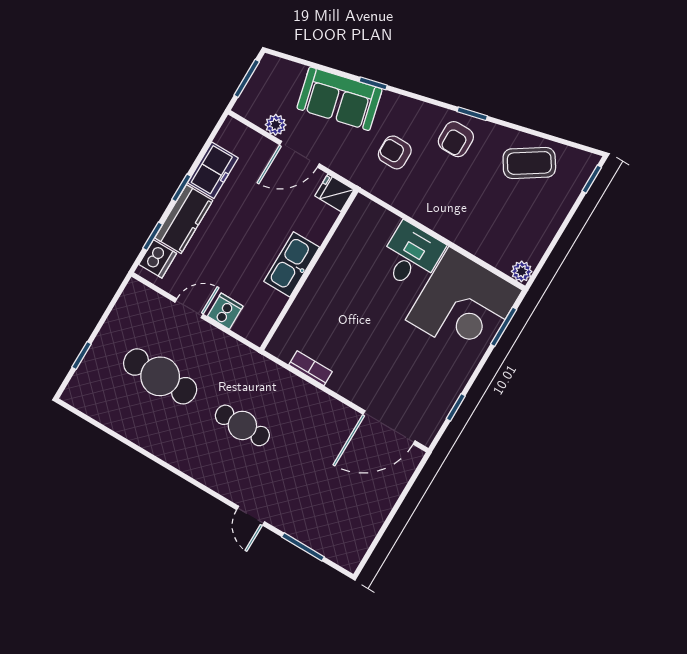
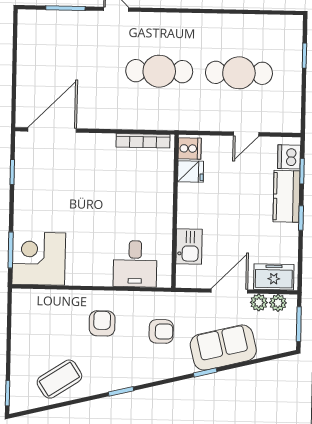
armchair: (456, 139) -> (102, 323), moved
freezer: (213, 170) -> (274, 277), moved, turned 90
fridge: (334, 193) -> (191, 172), moved
desk: (411, 256) -> (135, 264), moved
kitchen sink: (292, 264) -> (189, 246), moved, width x0.73
plant: (522, 271) -> (278, 303), moved
corner desk: (464, 305) -> (39, 259), width x0.74, depth x0.74
cooker: (225, 311) -> (190, 148), moved, turned -90
bookcase: (311, 368) -> (143, 141), width x1.56
cafe table: (242, 425) -> (159, 71), width x1.37, depth x1.35

